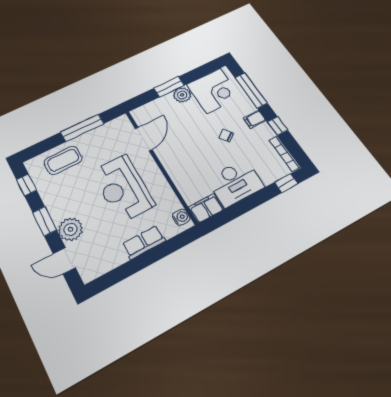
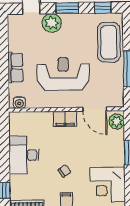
plant: (182, 95) -> (117, 121), moved
coffee table: (63, 160) -> (109, 42), width x1.36, depth x1.32
filing cabinet: (206, 208) -> (65, 119), moved, turned 90

